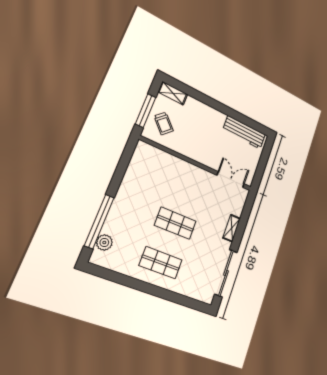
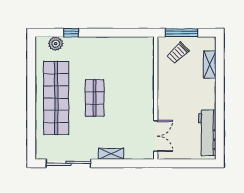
shelving: (173, 93) -> (210, 65), moved
window: (99, 221) -> (71, 33), width x0.32
shop shelf: (161, 263) -> (56, 98), width x2.00, depth x1.36

